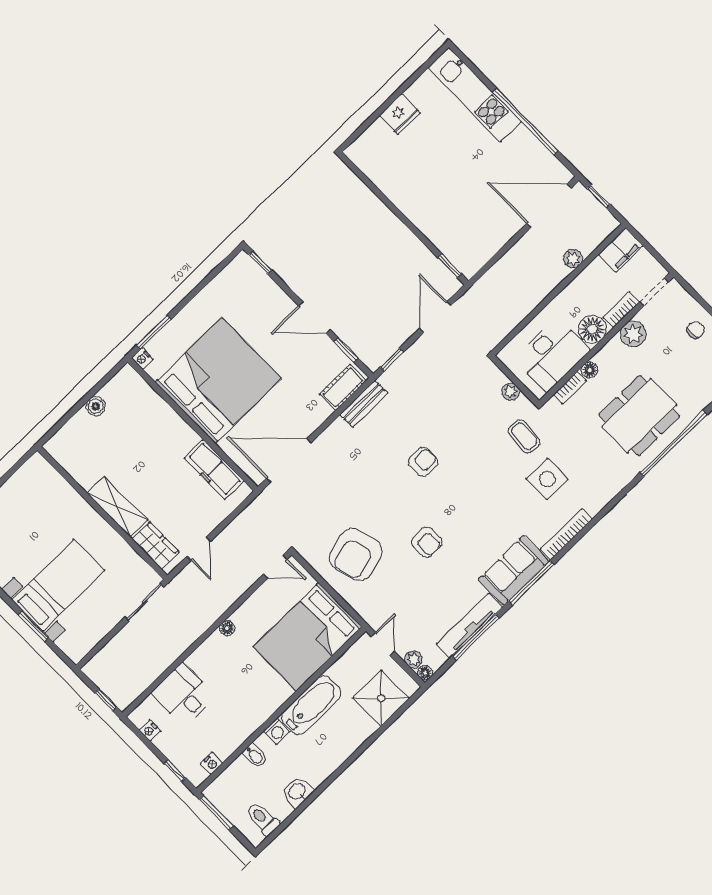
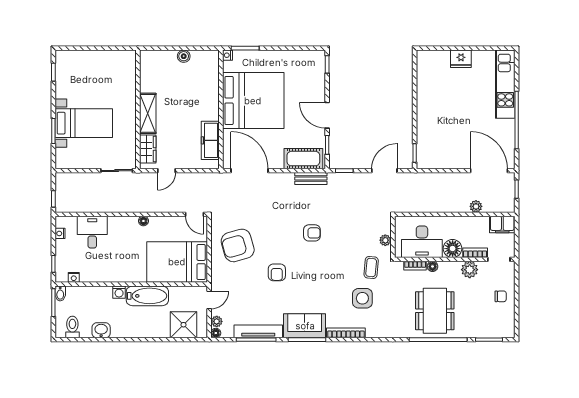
cot: (343, 387) -> (303, 159), width x1.37, depth x1.34
dining table: (639, 416) -> (435, 311), turned 90
bidet: (255, 756) -> (60, 294), moved

